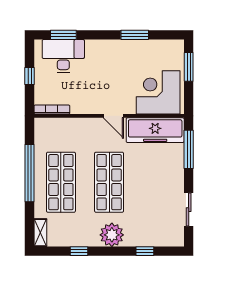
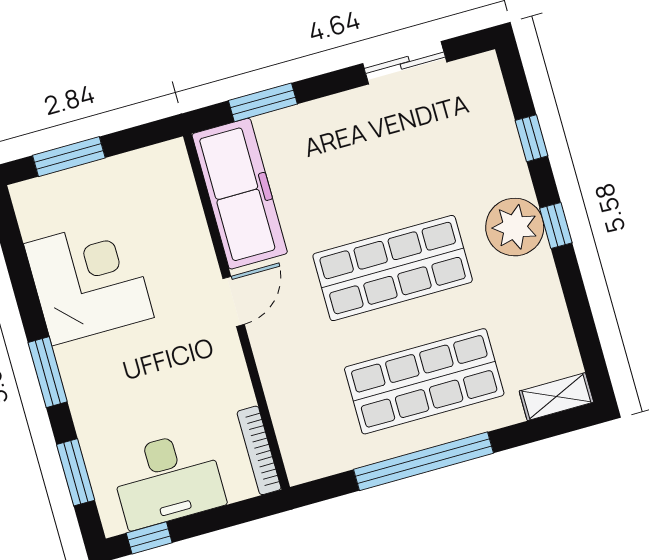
window: (135, 35) -> (48, 372), moved
desk: (63, 56) -> (168, 479), moved, turned -90
window: (30, 76) -> (149, 538), moved
corner desk: (158, 92) -> (89, 281), moved, turned 180
window: (189, 149) -> (263, 102), width x0.69
window: (79, 251) -> (556, 226), moved

